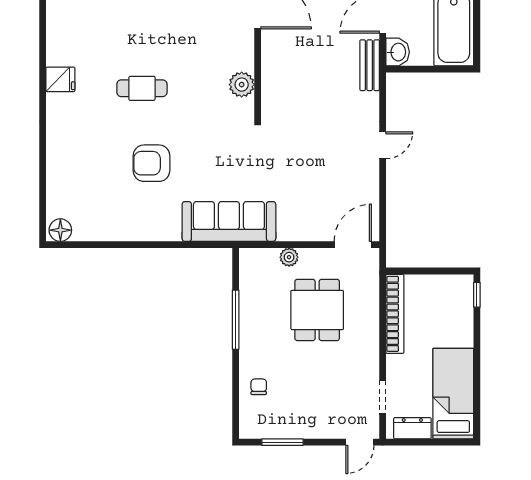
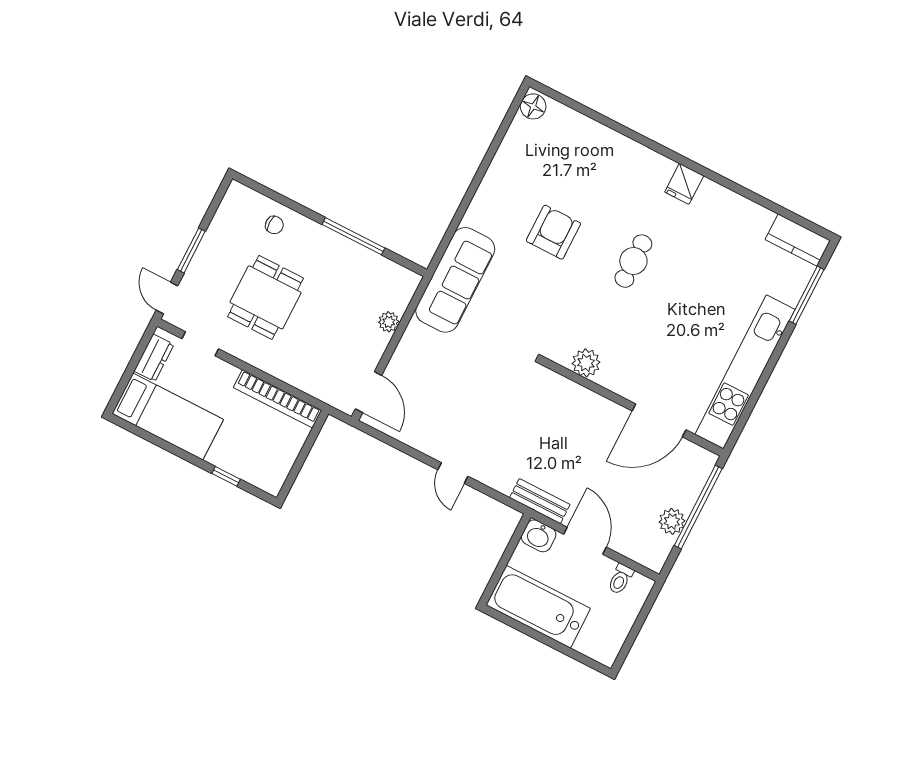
window: (477, 295) -> (226, 476), moved
dining table: (317, 310) -> (266, 297), moved, turned 90
window: (282, 442) -> (191, 250), moved

